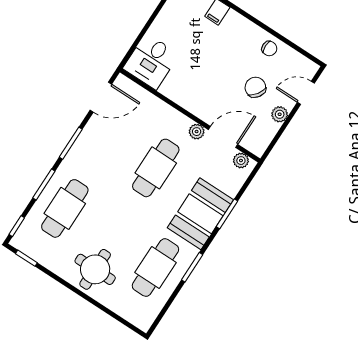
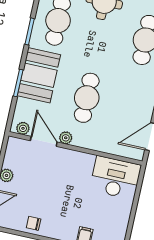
desk: (151, 61) -> (115, 178), width x1.37
chair: (255, 87) -> (33, 189), removed
door: (223, 137) -> (44, 141), swing flipped

